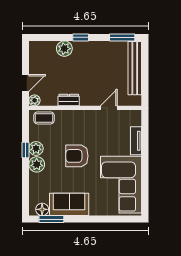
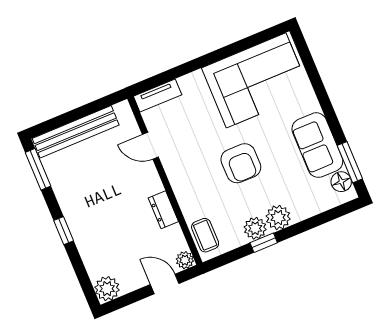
plant: (64, 49) -> (107, 289), moved
tv unit: (136, 141) -> (158, 95), moved

